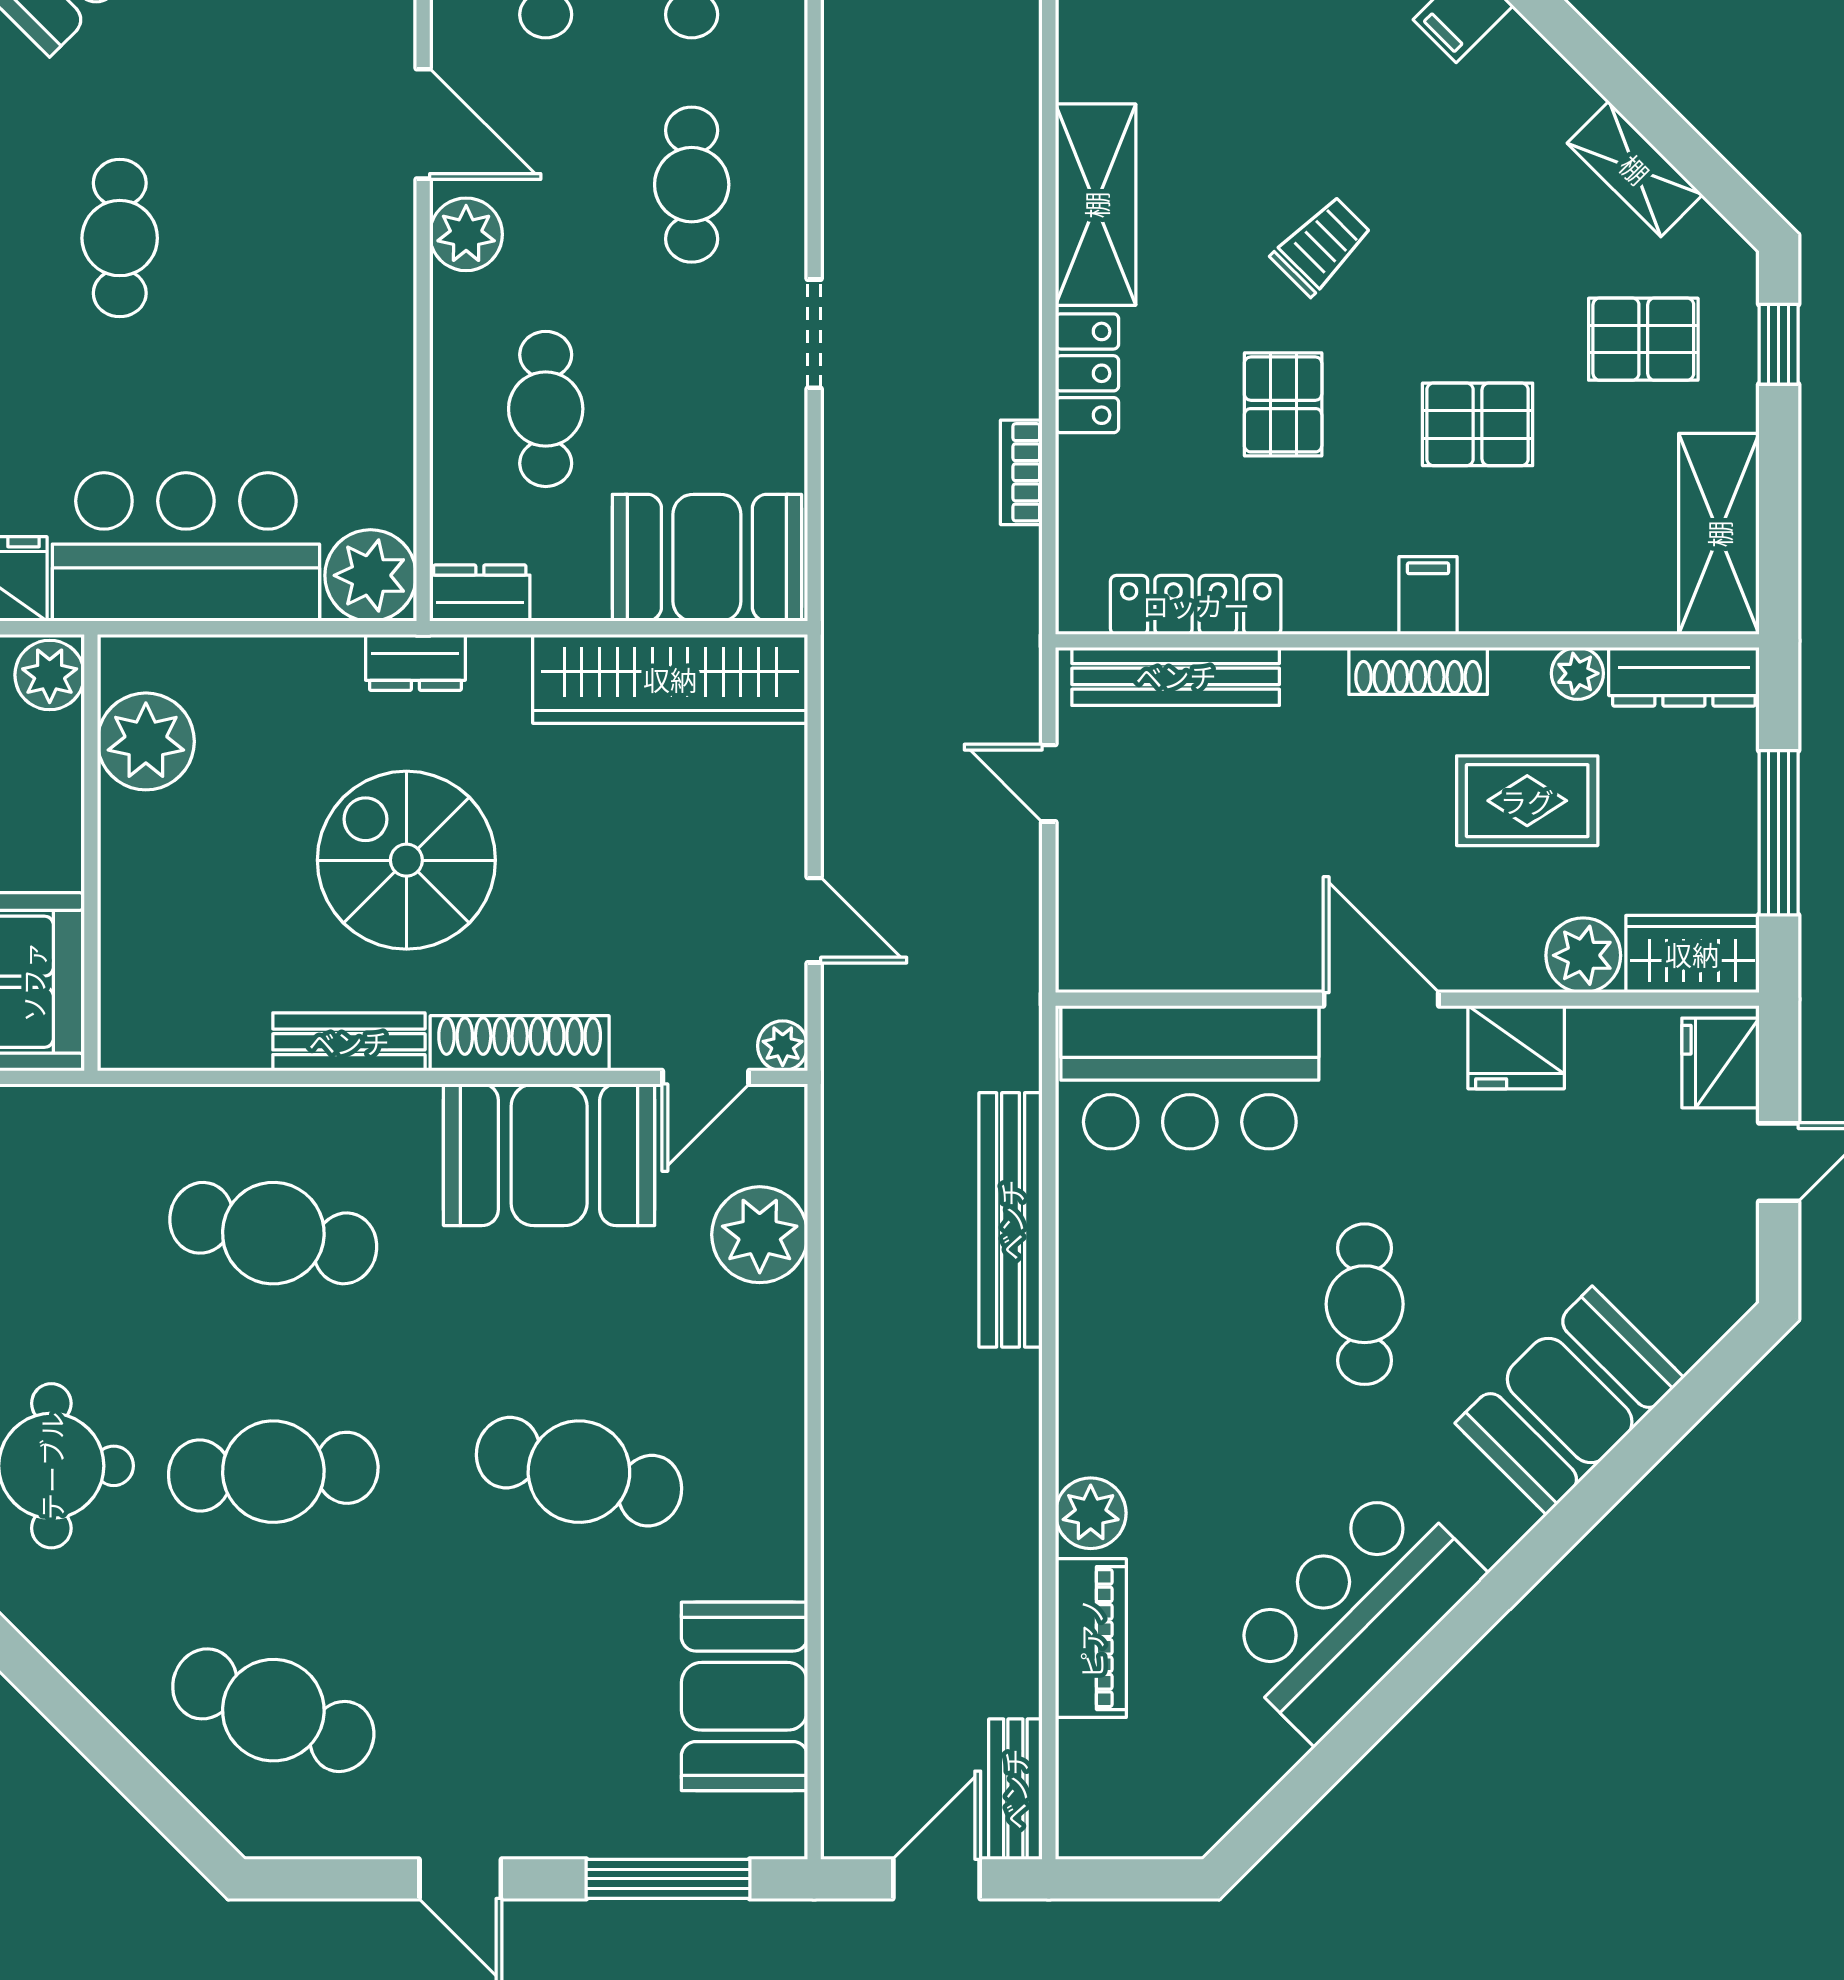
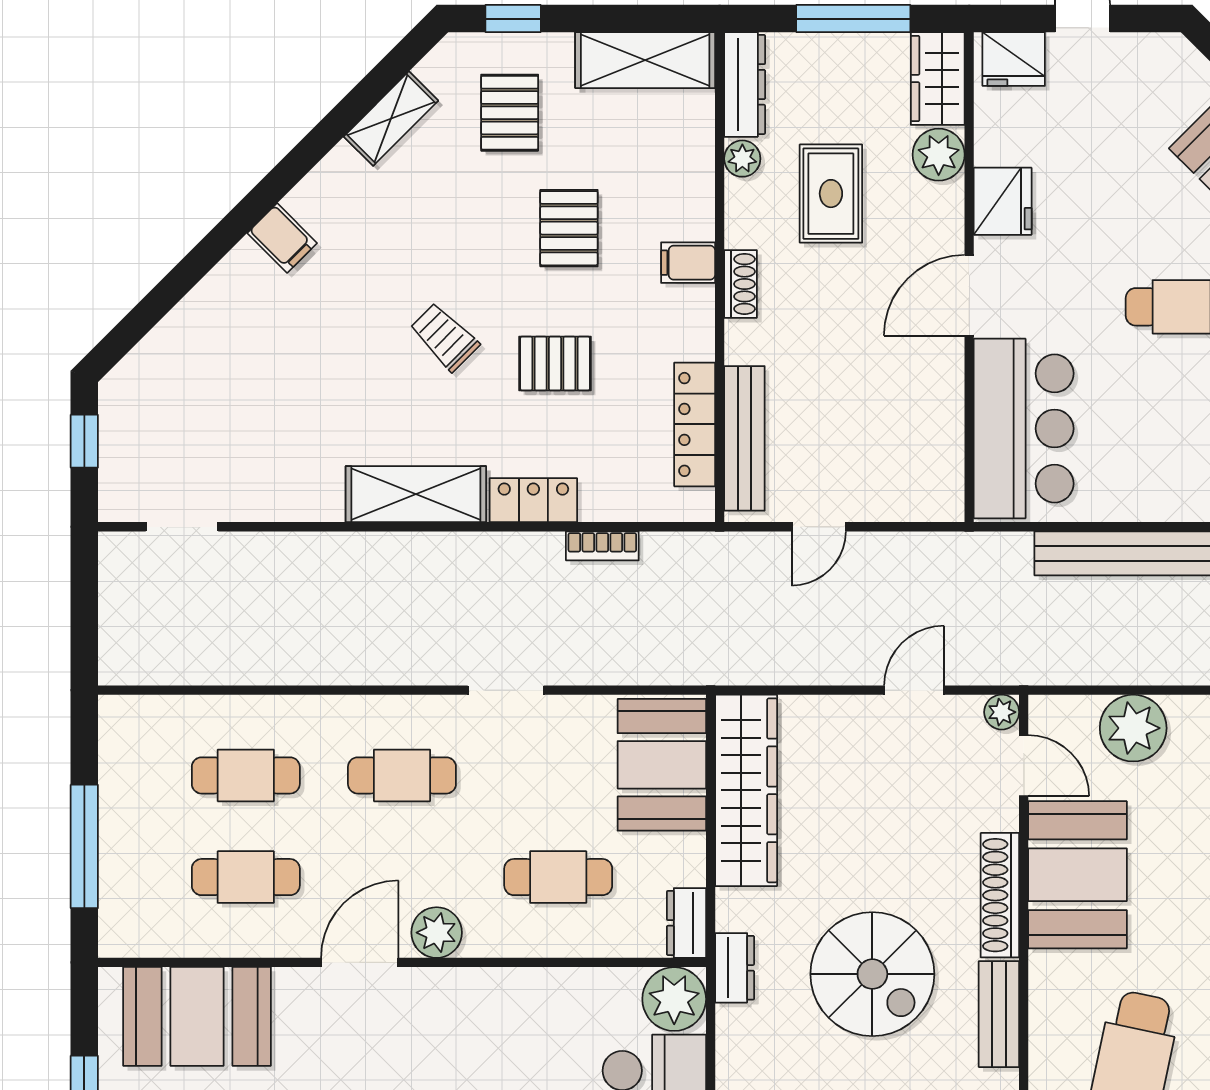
shoe rack: (1418, 671) -> (741, 284), width x0.70
spiral stairs: (406, 860) -> (872, 974), turned -90

